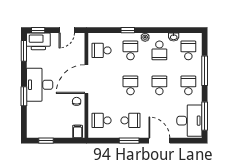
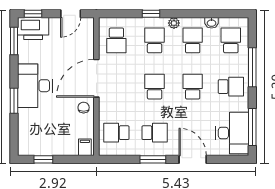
school desk: (102, 50) -> (116, 40), turned -90
school desk: (159, 50) -> (193, 40), turned 180
school desk: (188, 85) -> (231, 87), turned 90

